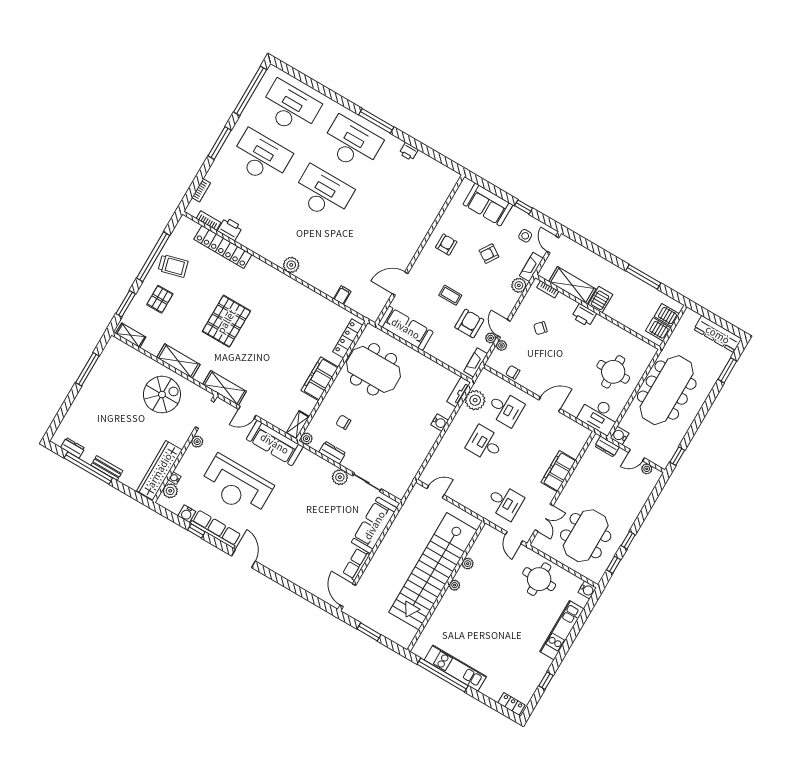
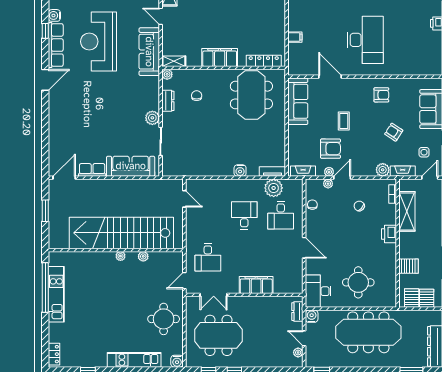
desk: (384, 229) -> (365, 40), added
server rack: (600, 300) -> (409, 266), moved

